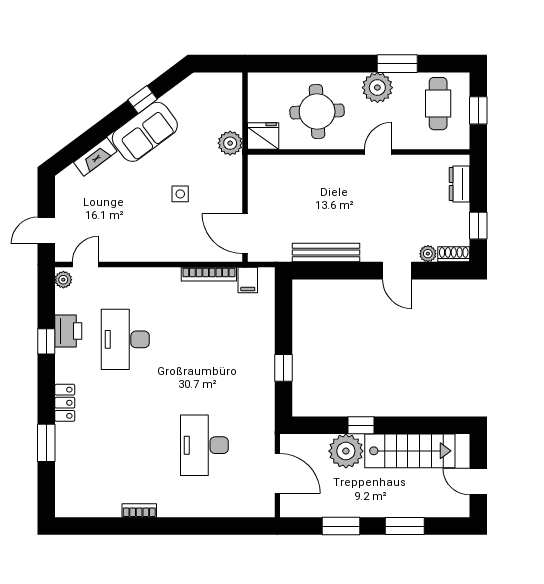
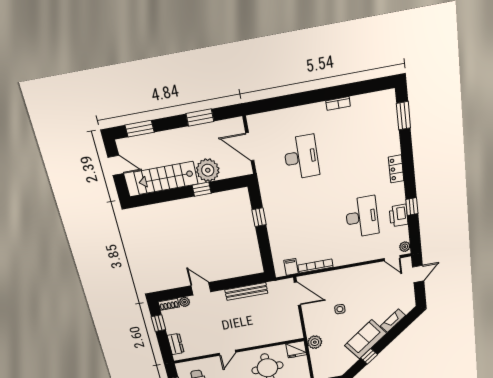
door: (85, 265) -> (392, 258), hinge flipped
window: (46, 443) -> (403, 116), moved
window: (405, 526) -> (140, 129), moved

